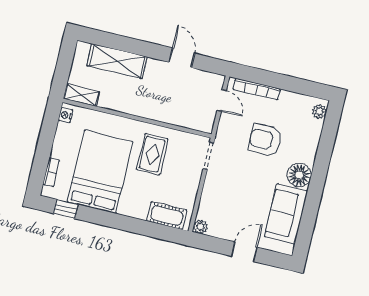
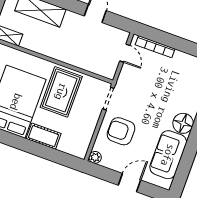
armchair: (265, 140) -> (121, 131), moved
rug: (152, 154) -> (61, 92), width x1.36, depth x1.43
cot: (167, 216) -> (44, 136), moved

